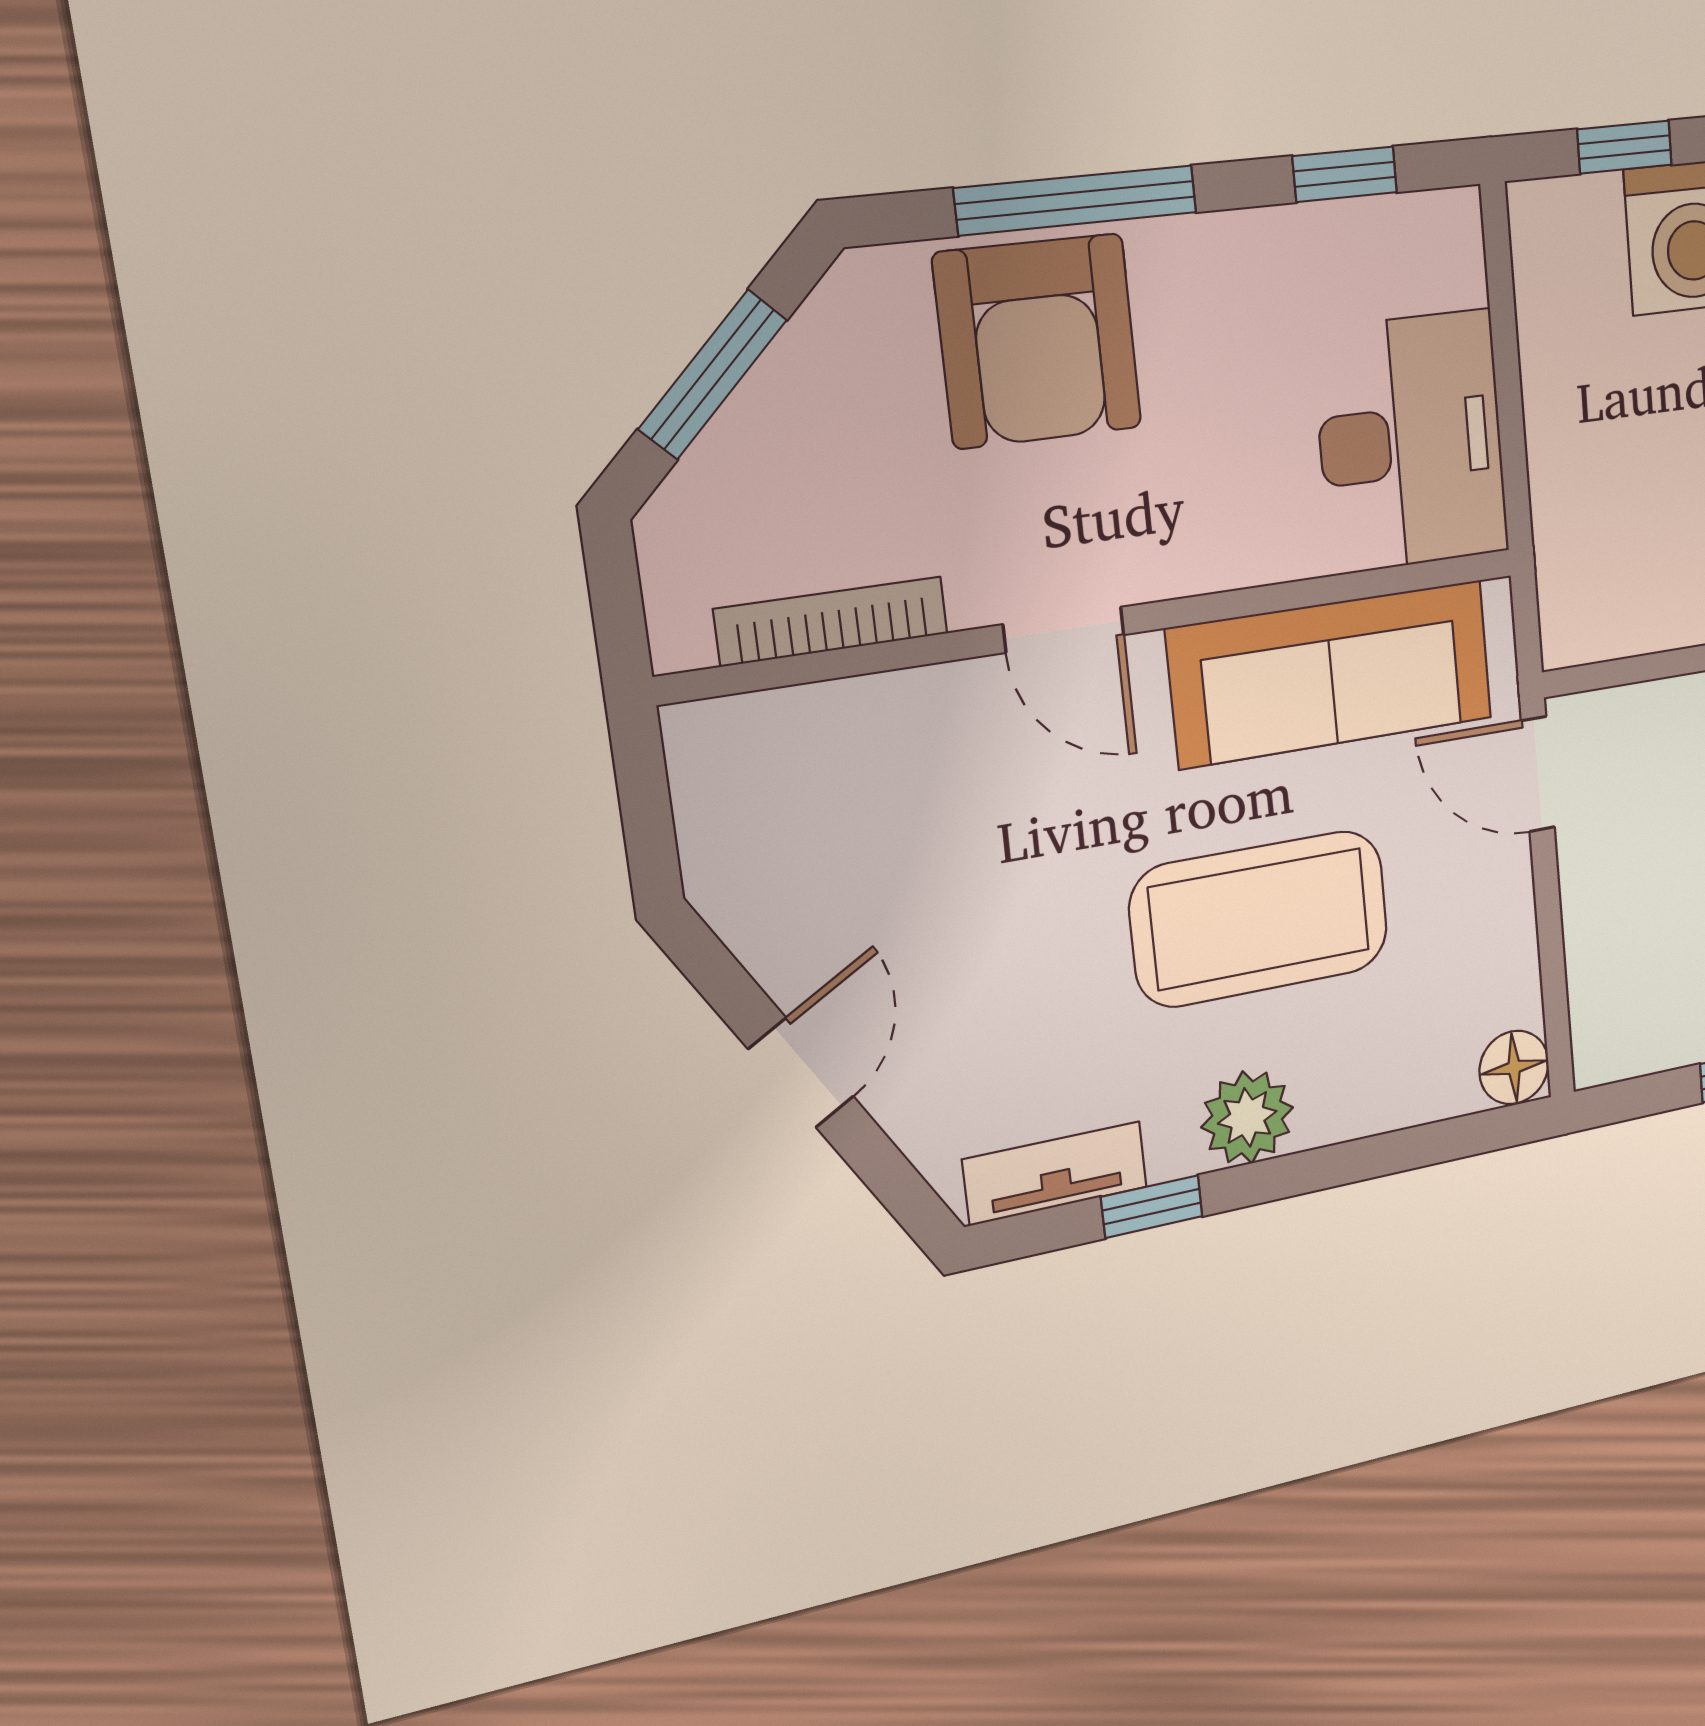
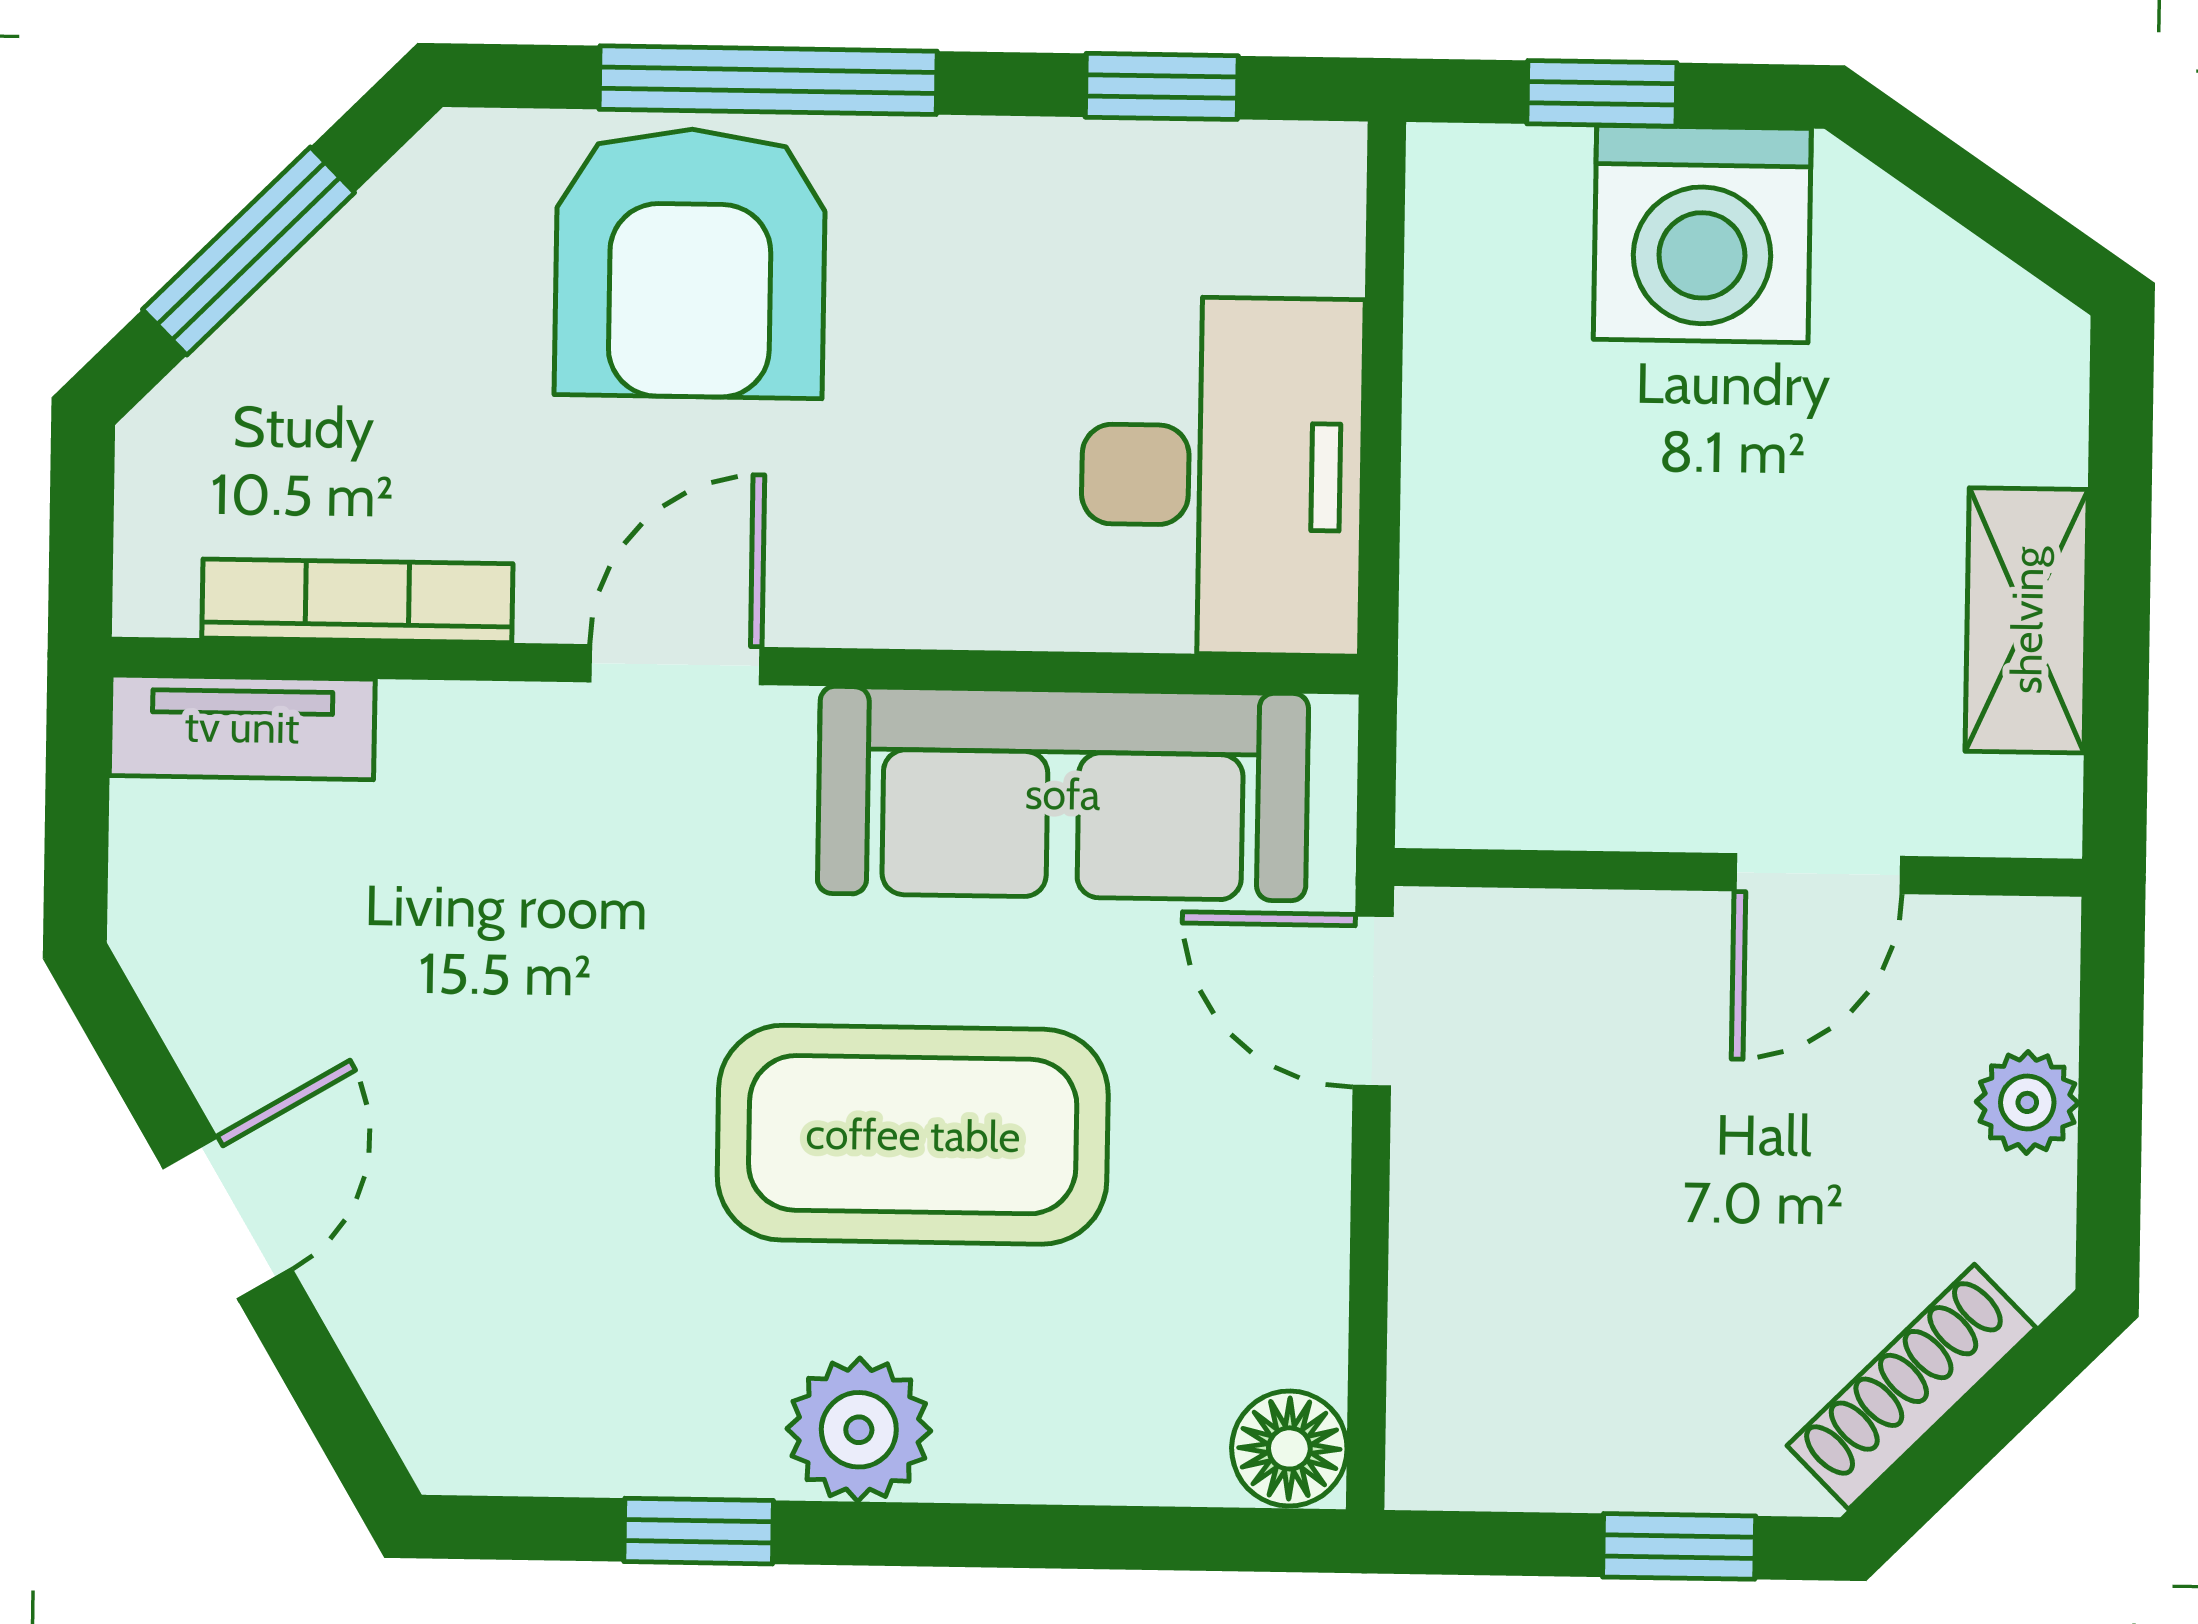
door: (1064, 630) -> (676, 665), swing flipped
tv unit: (1055, 1173) -> (242, 727), moved, turned 180

